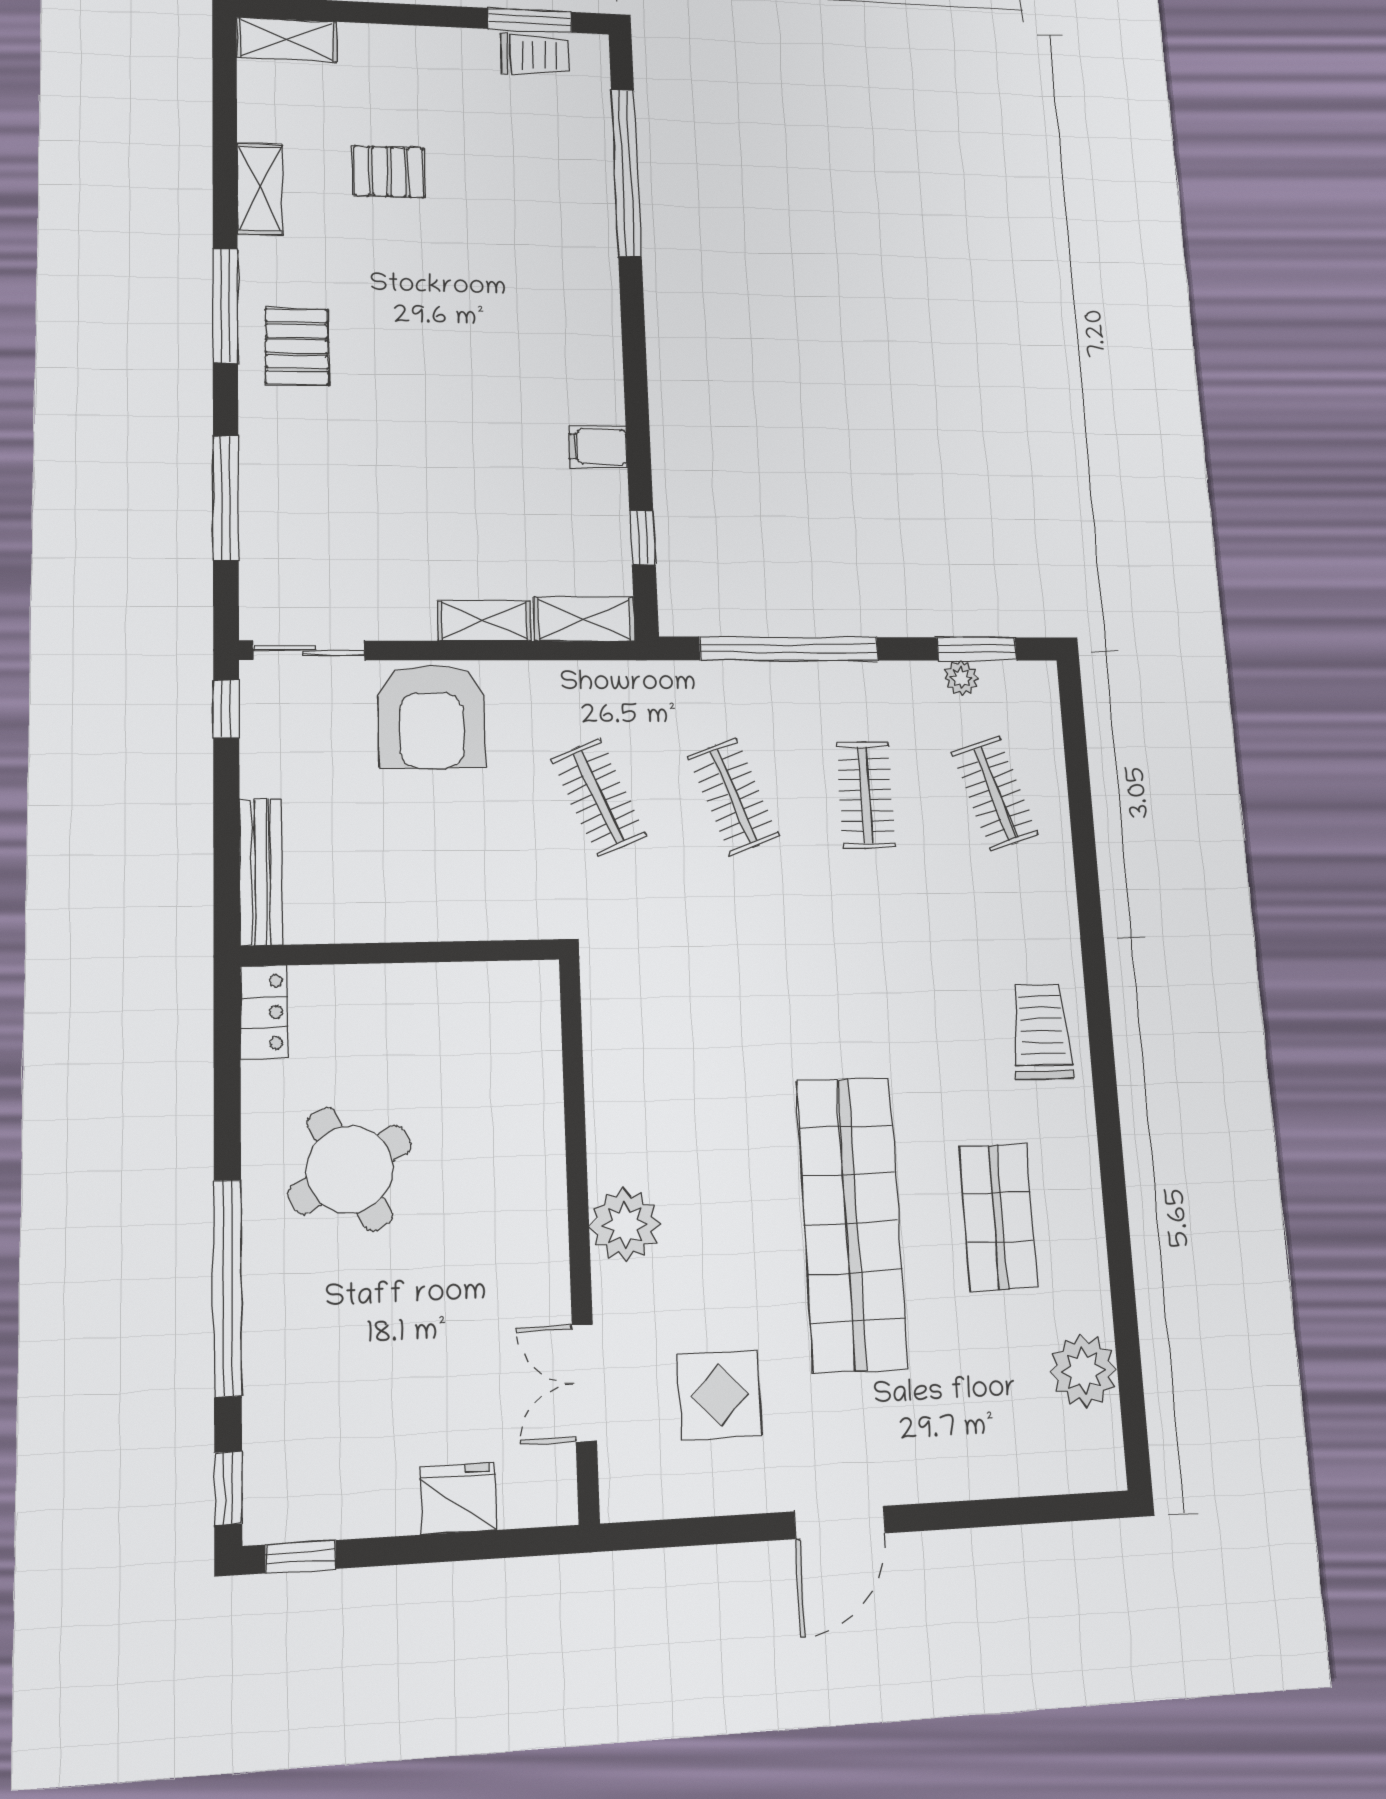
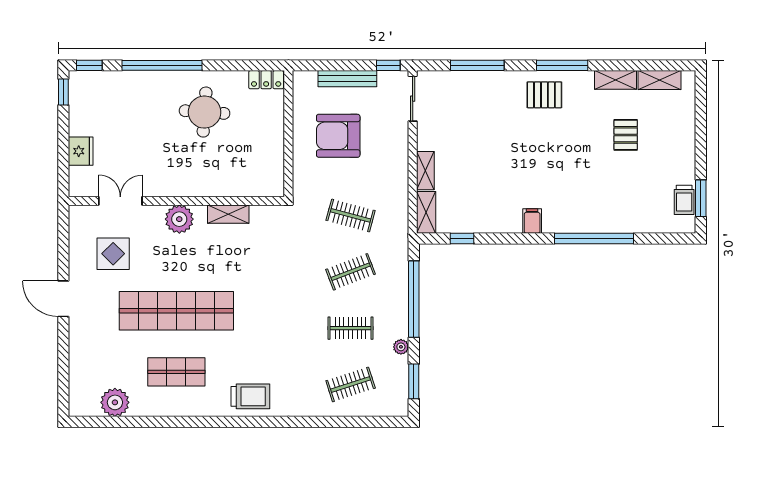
shelving: (287, 40) -> (659, 80), moved, turned 90
window: (626, 173) -> (594, 239), moved
filing cabinet: (598, 447) -> (532, 221), moved
plant: (961, 678) -> (401, 347), moved
armchair: (431, 716) -> (338, 136), moved
clothes rail: (599, 797) -> (351, 215), turned 39
bench: (261, 872) -> (347, 79), moved
shelving: (607, 1100) -> (228, 214), added
round table: (350, 1169) -> (205, 112), turned 33

